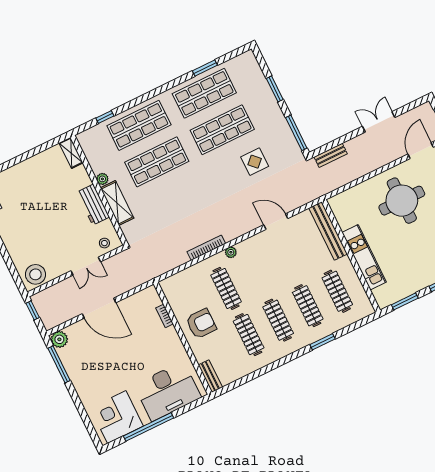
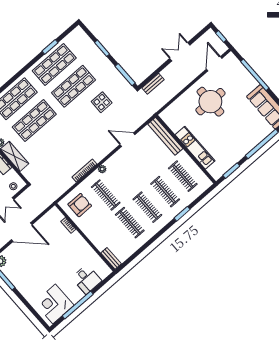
armchair: (201, 324) -> (80, 205), moved
desk: (168, 391) -> (87, 279), width x0.53, depth x0.77

